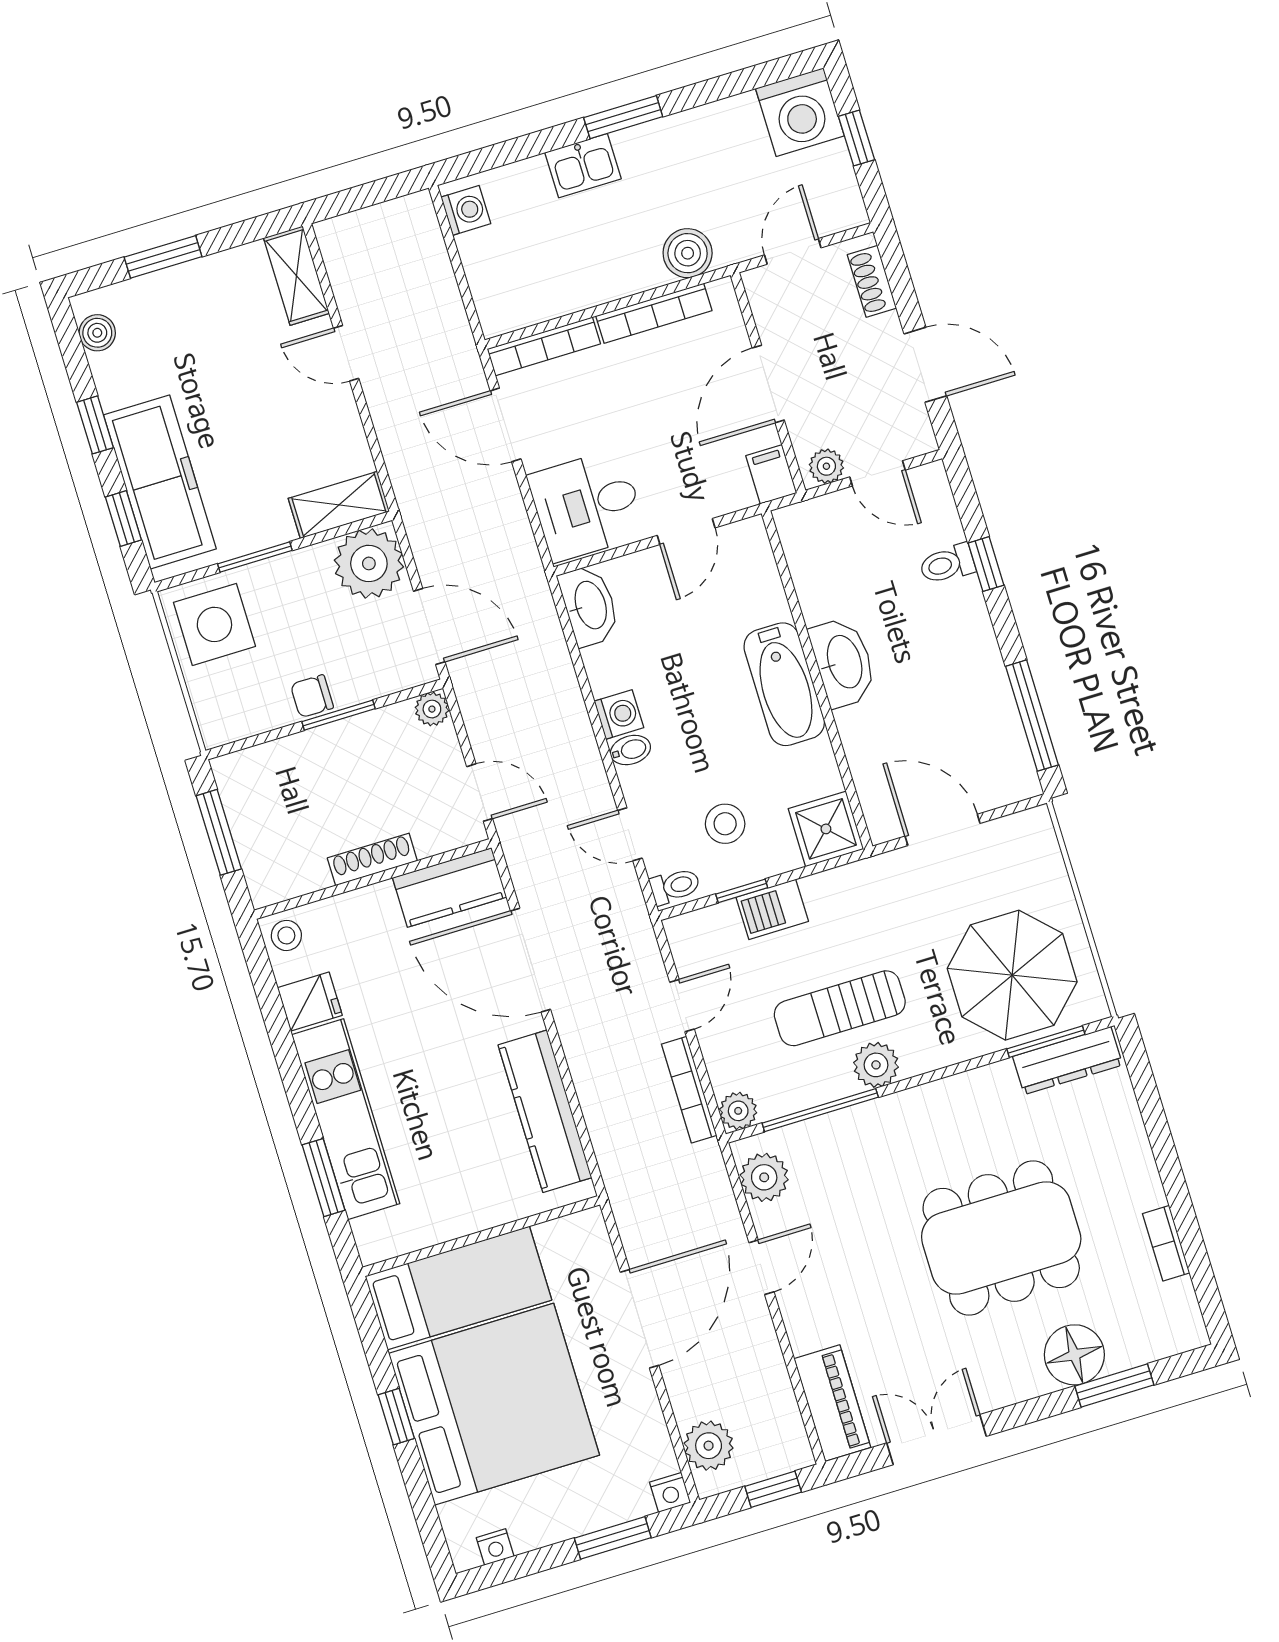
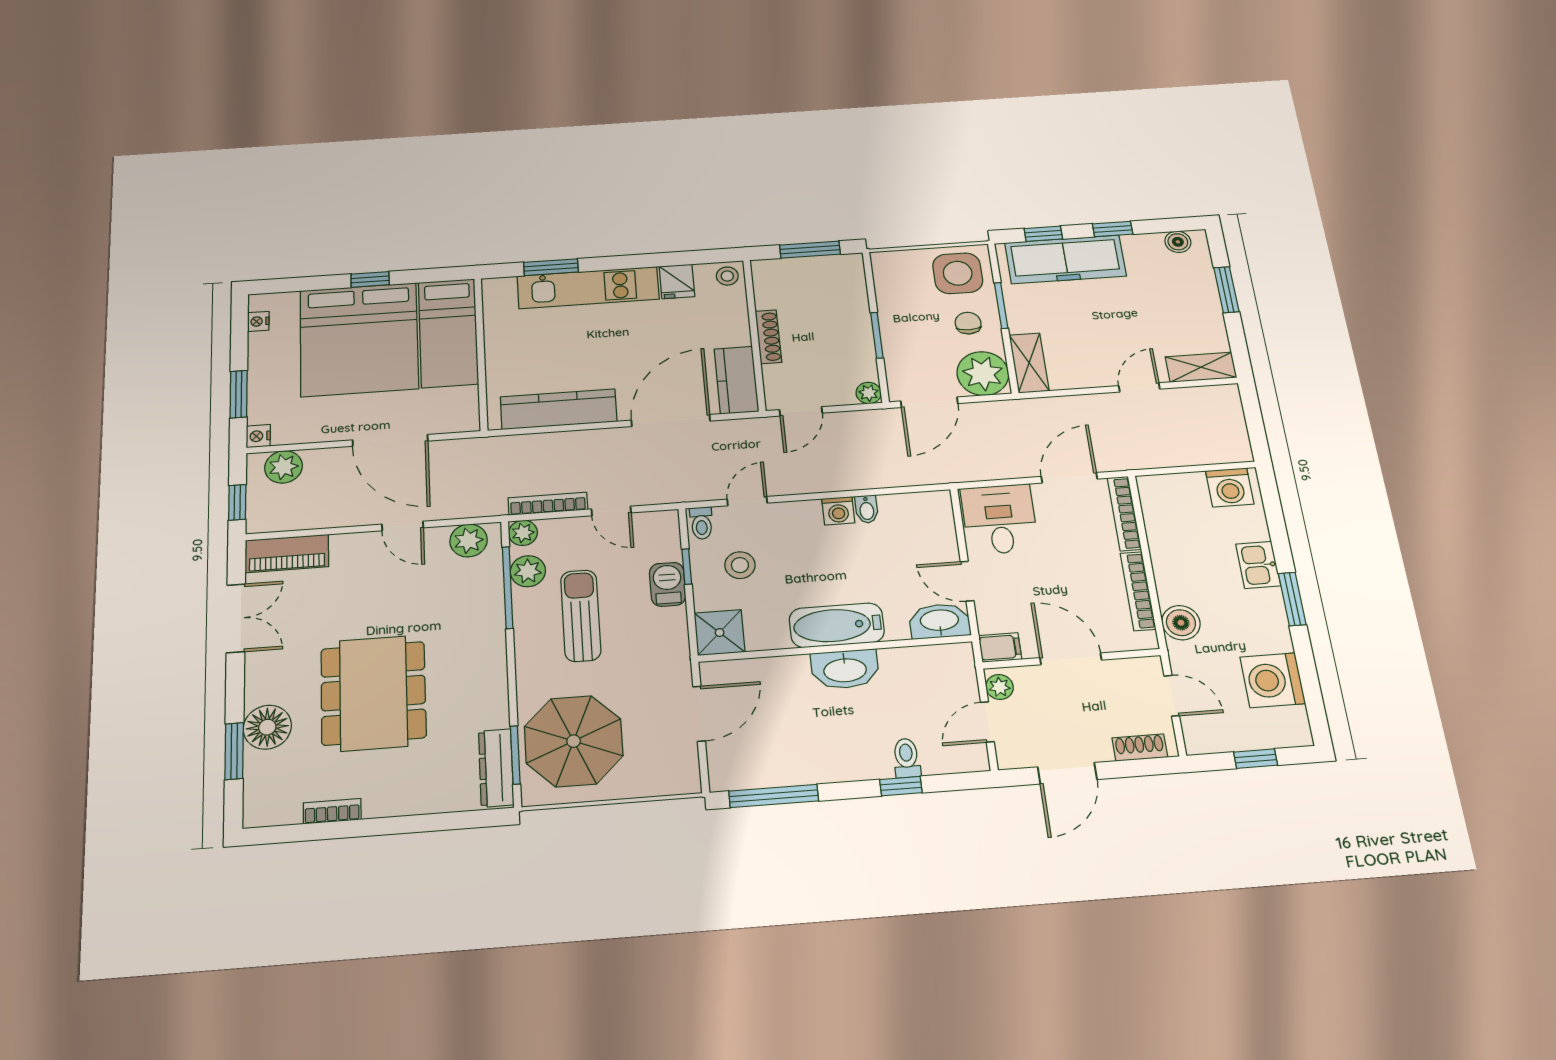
washing machine: (800, 112) -> (1273, 680), moved
washing machine: (466, 210) -> (1230, 487), width x1.38, depth x1.38
washbasin: (589, 605) -> (940, 621), moved, turned 180
chair: (312, 696) -> (968, 323), moved
bidet: (630, 750) -> (867, 509), moved
plant: (876, 1065) -> (528, 571), moved

